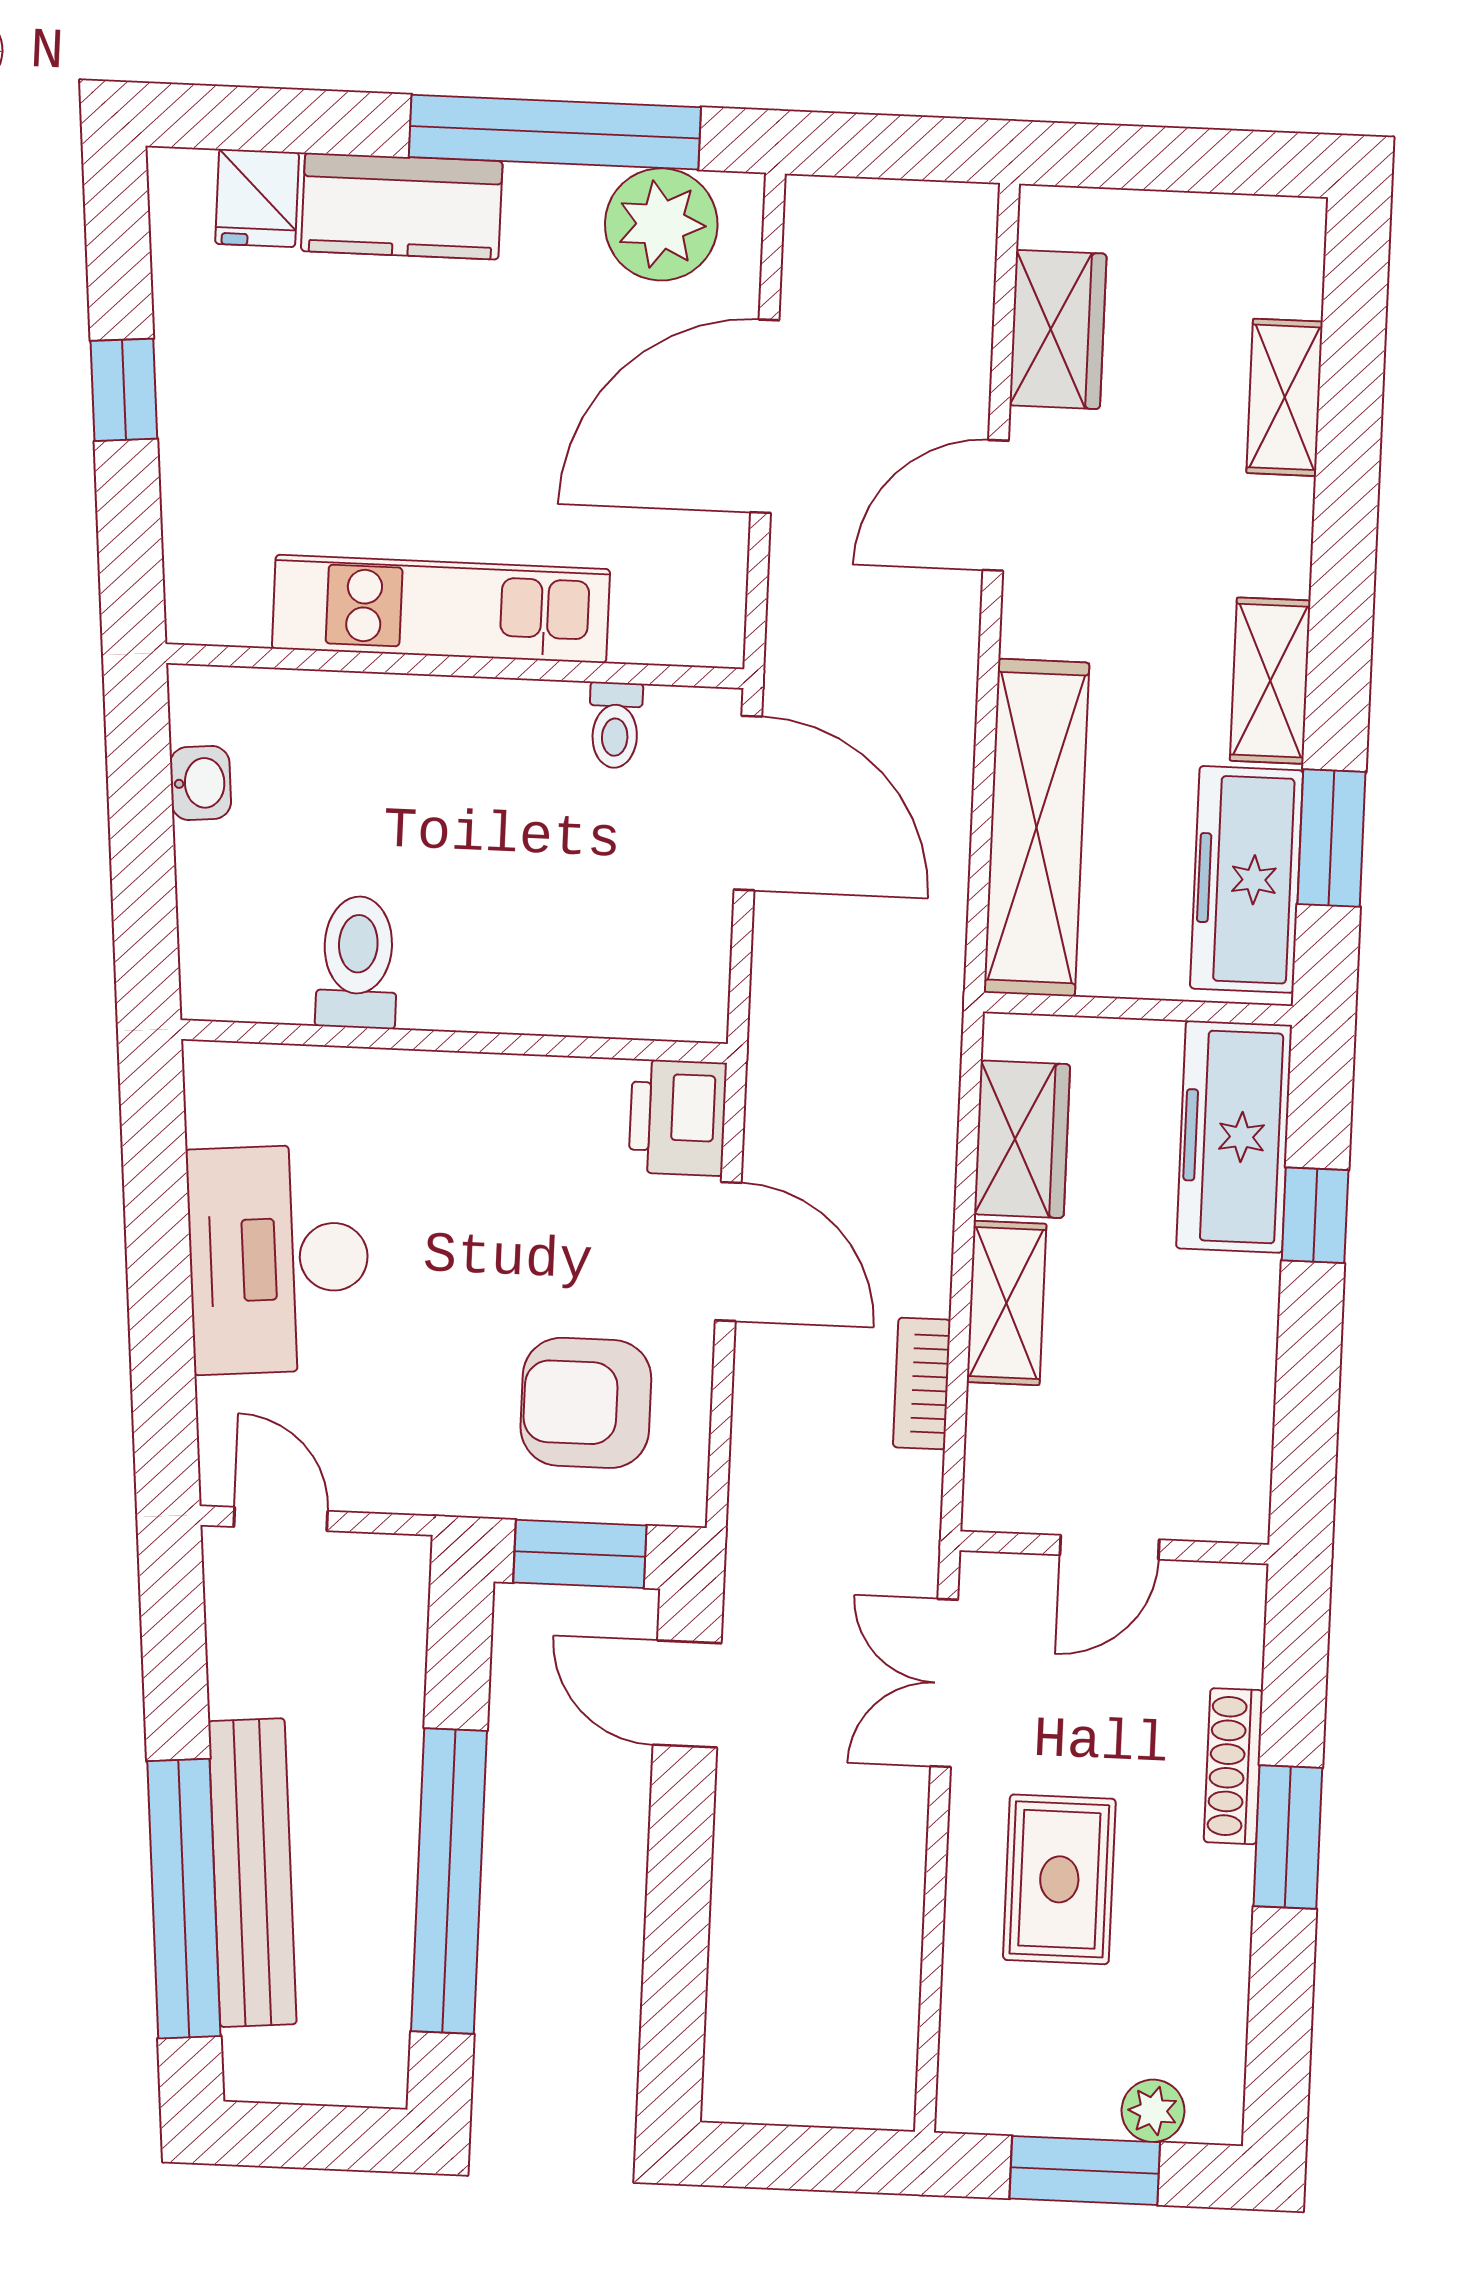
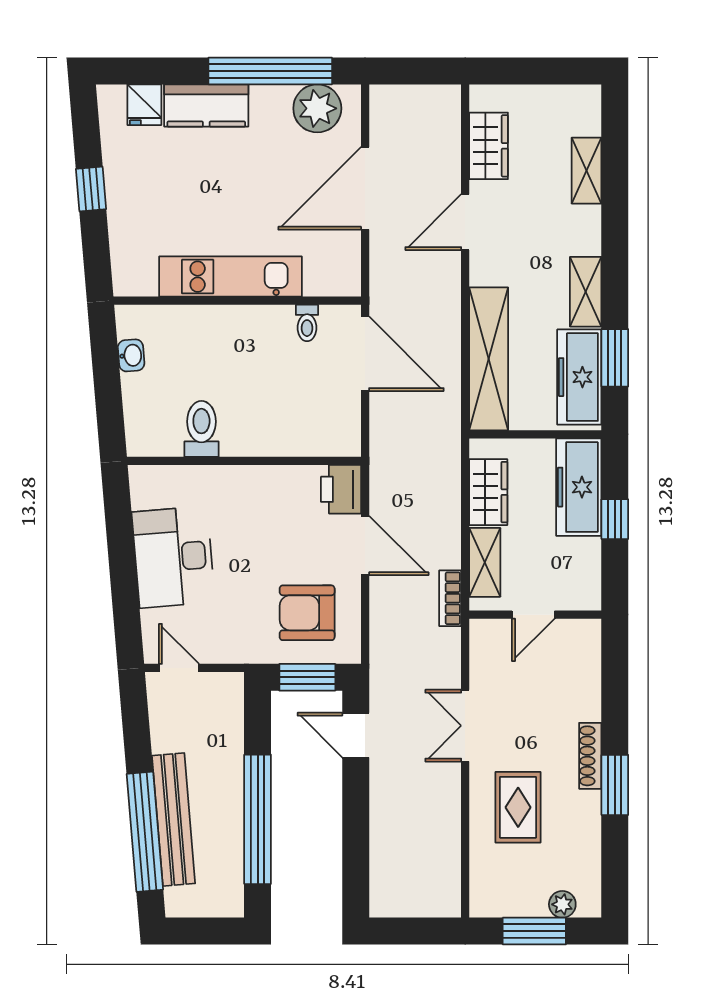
door: (1110, 1547) -> (533, 615), moved
wall: (1114, 1548) -> (535, 615), moved

